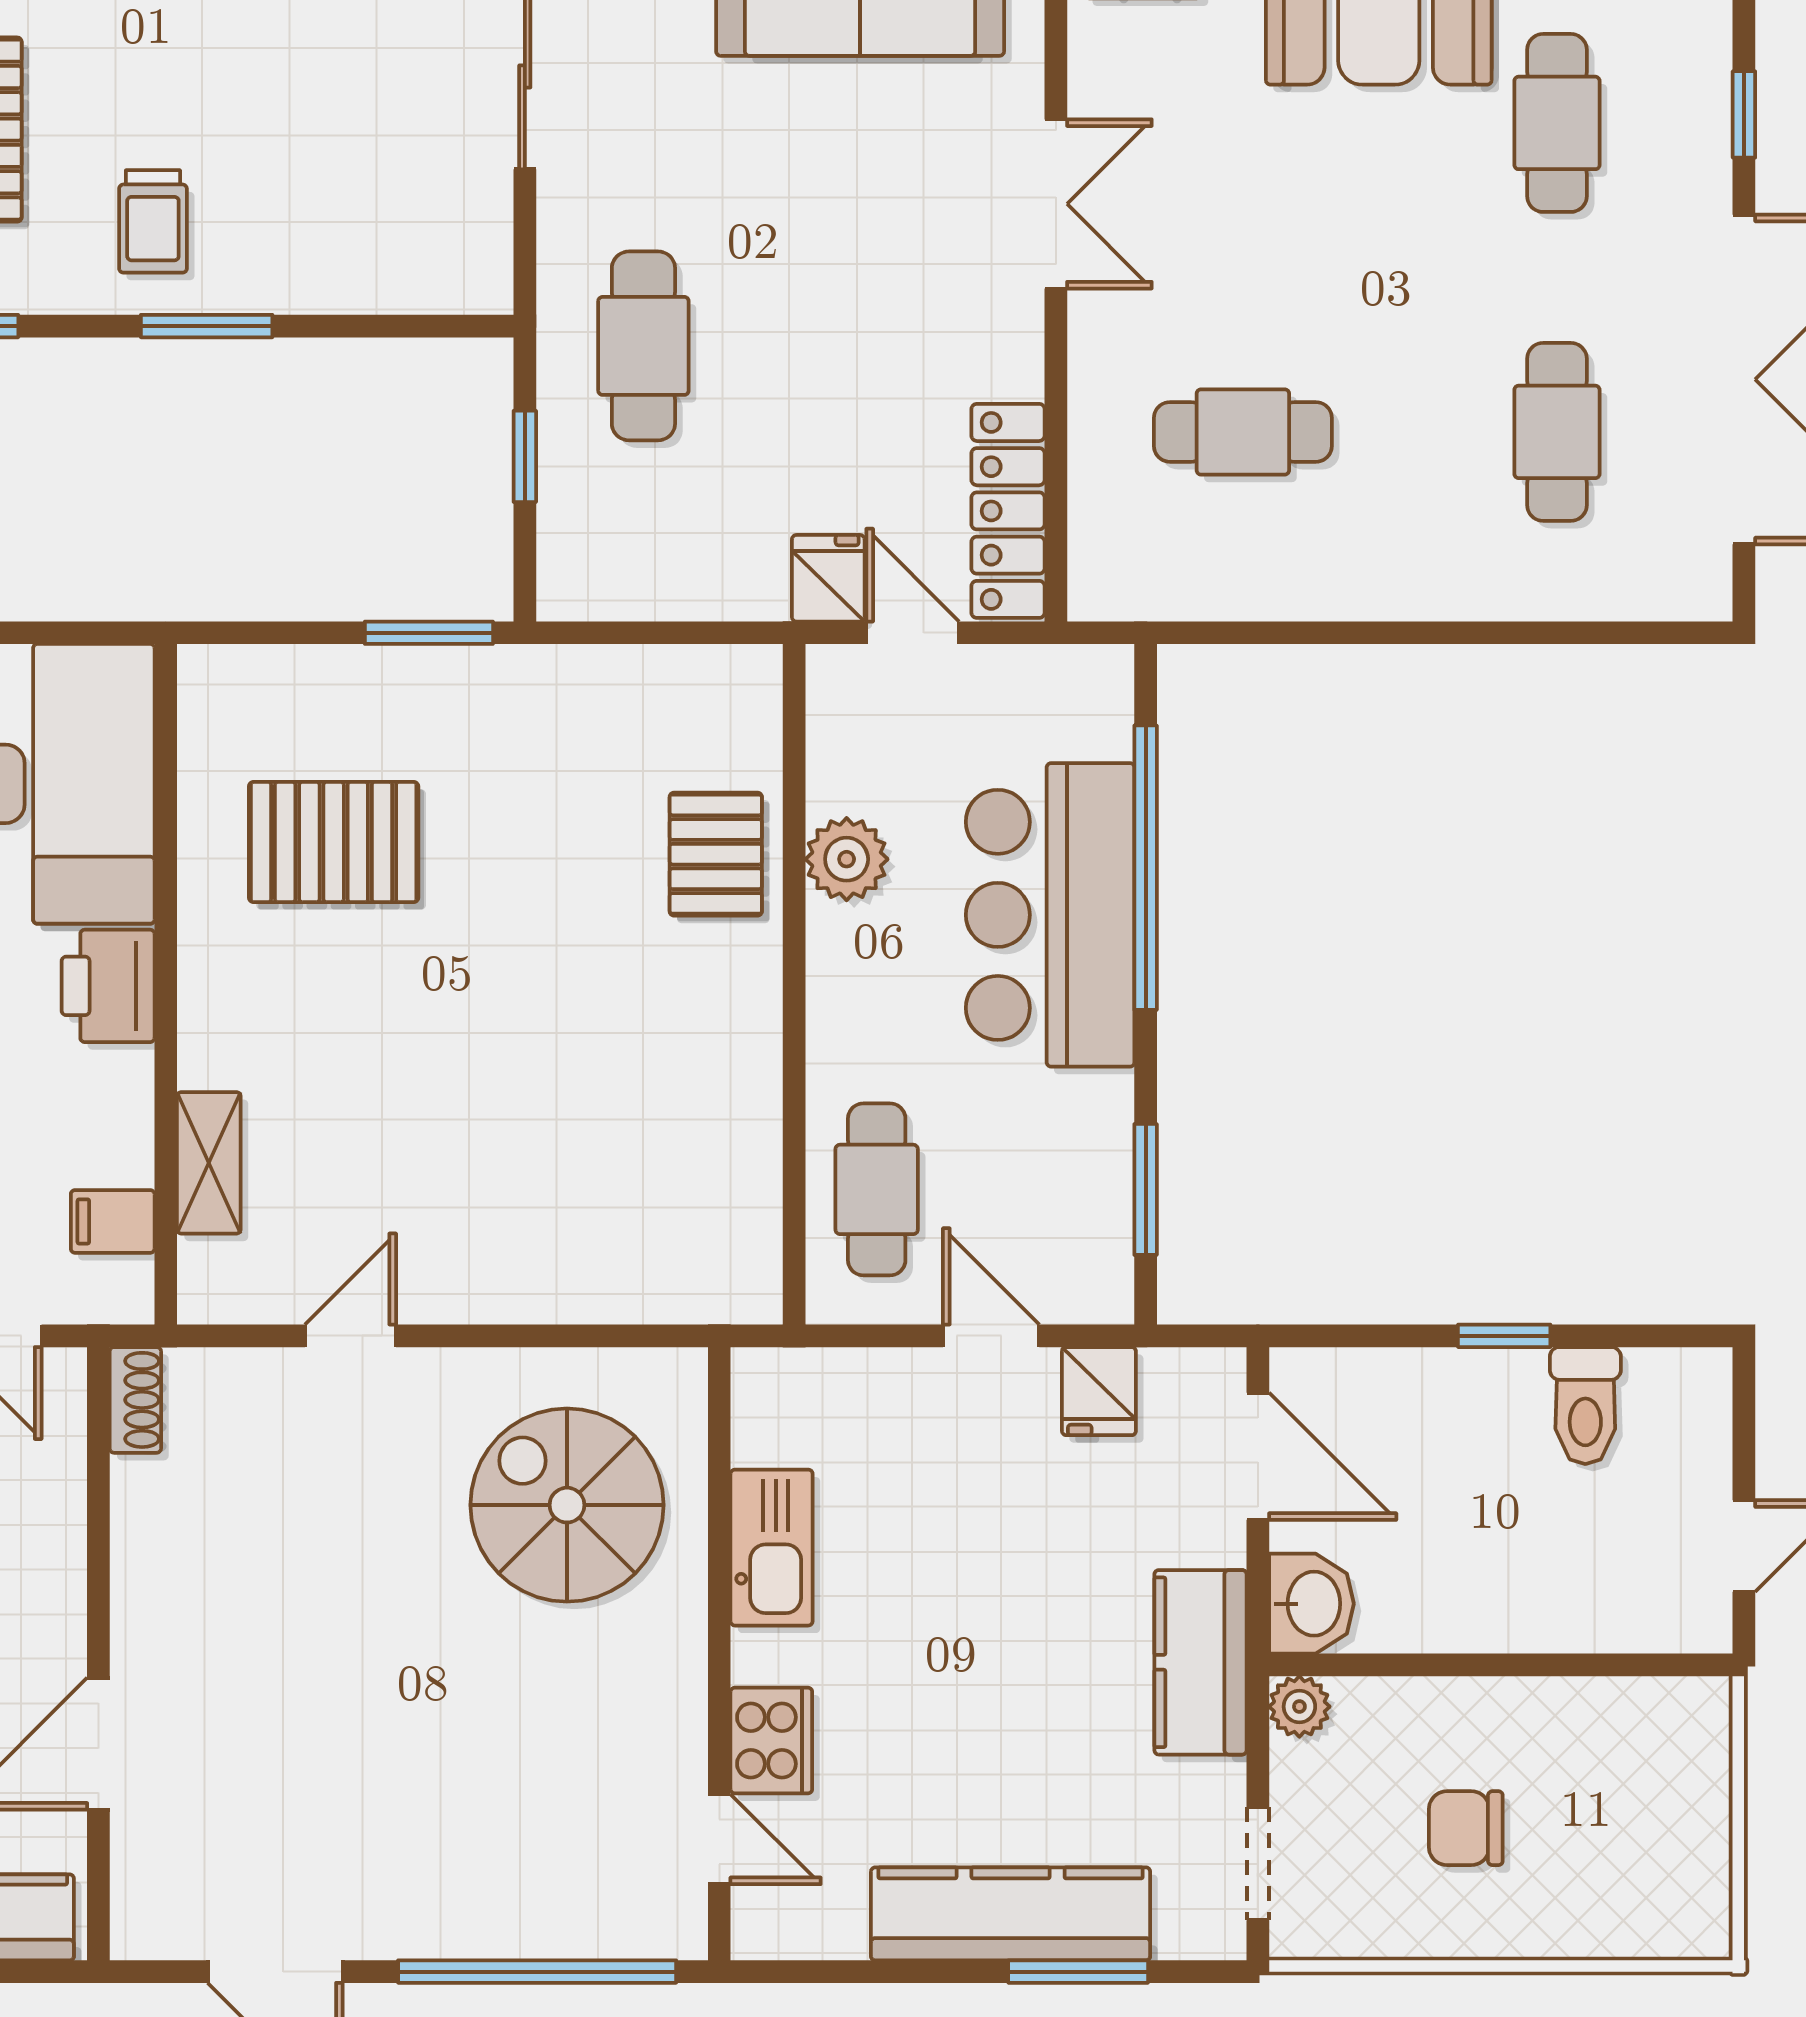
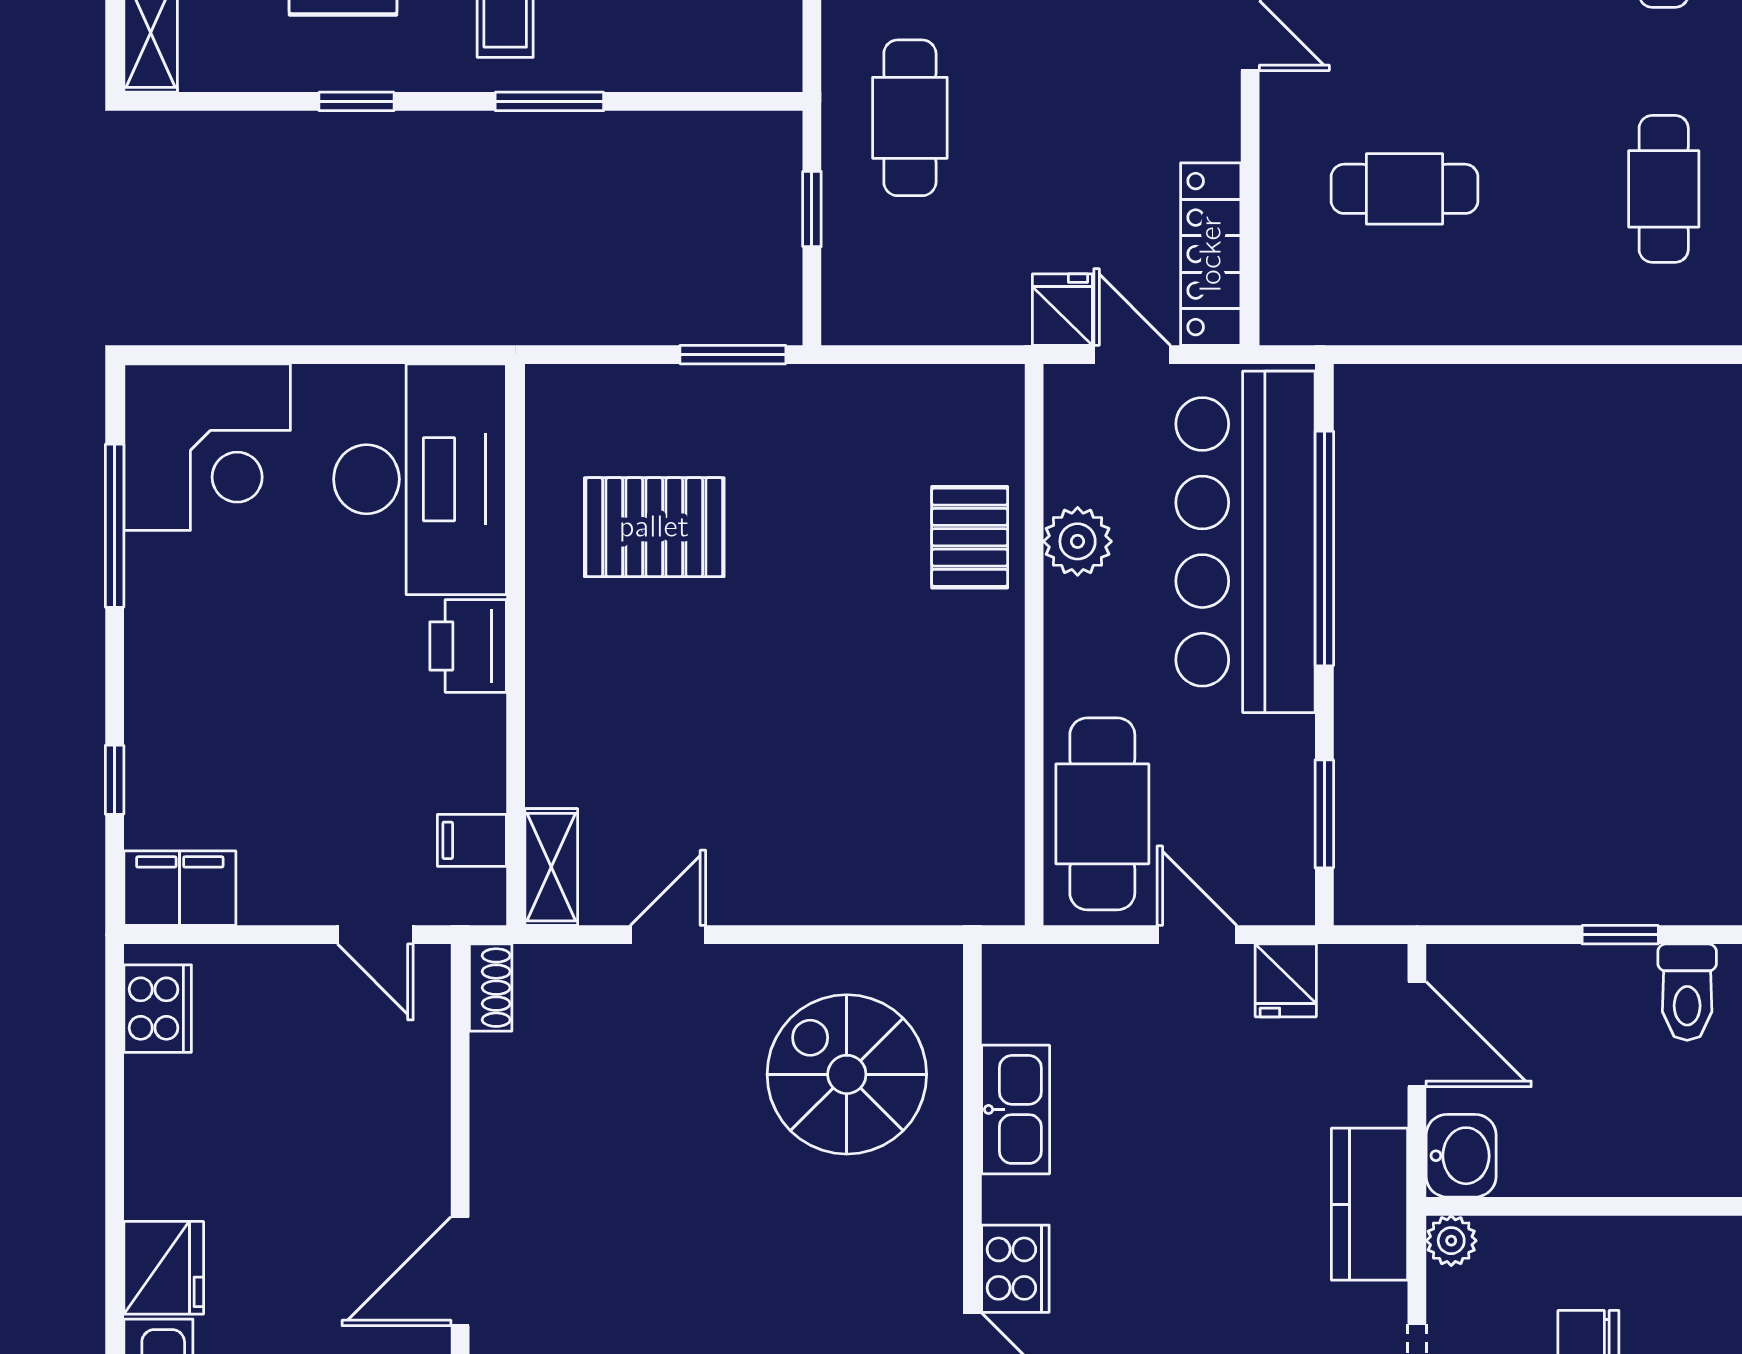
bar counter: (1050, 915) -> (1245, 542), width x1.36
shelving: (209, 1163) -> (551, 867), moved
cafe table: (877, 1189) -> (1102, 814), width x1.37, depth x1.35

